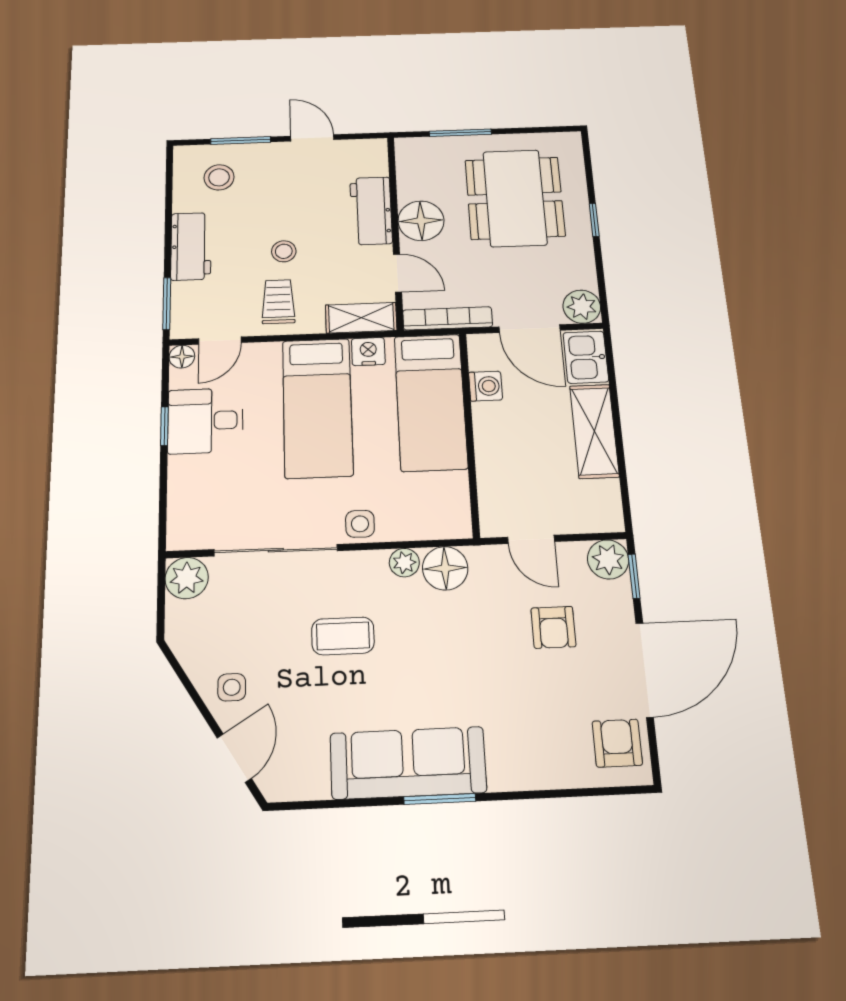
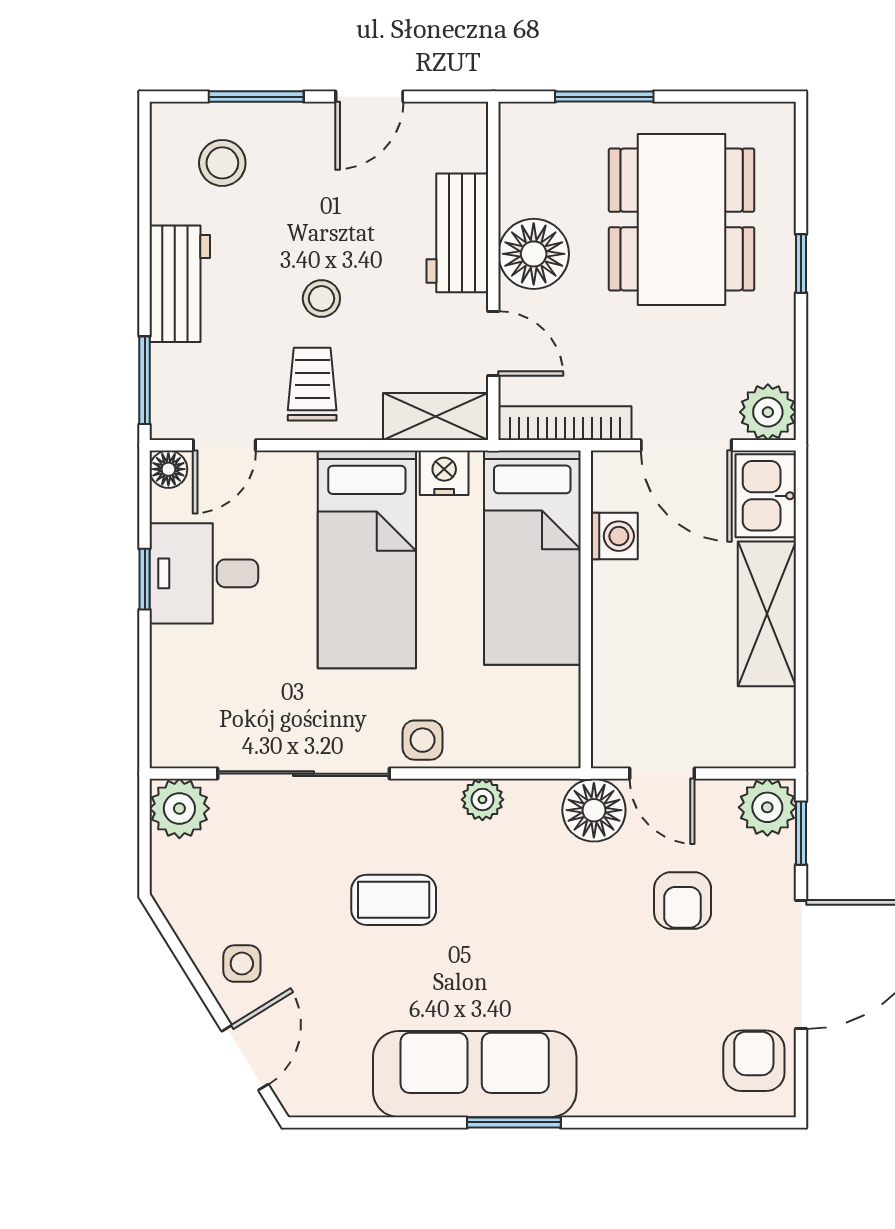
door: (312, 138) -> (369, 97), swing flipped
floor lamp: (445, 568) -> (594, 810), moved

